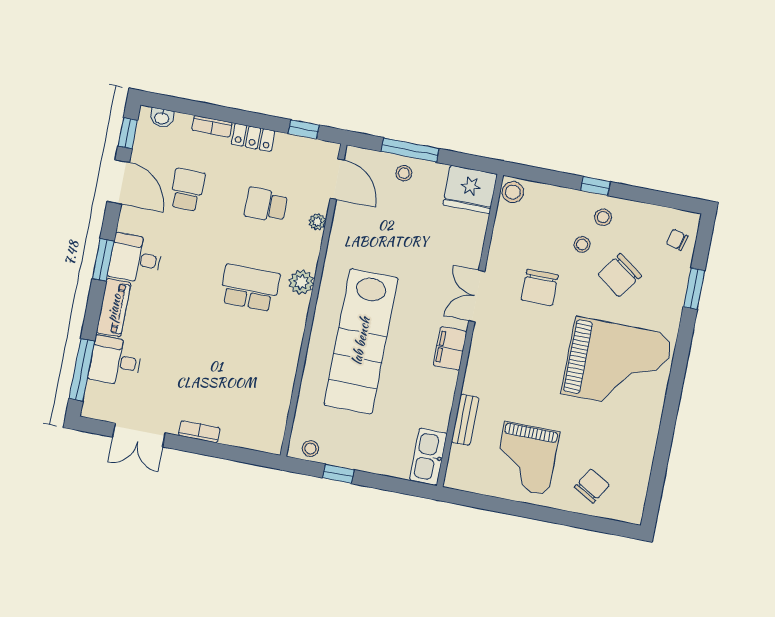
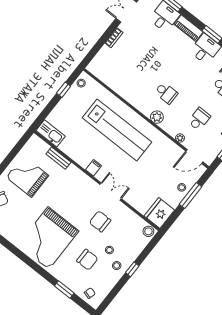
chair: (620, 275) -> (87, 260), turned 144
school desk: (250, 288) -> (166, 93), width x0.54
lab bench: (361, 341) -> (117, 130), turned 180
filing cabinet: (450, 348) -> (94, 168), width x0.50

